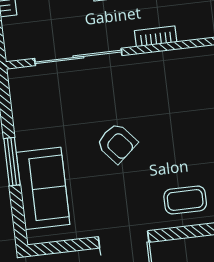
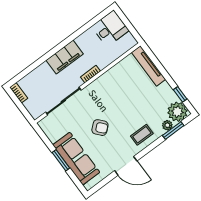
sofa: (43, 188) -> (76, 159), width x1.36

